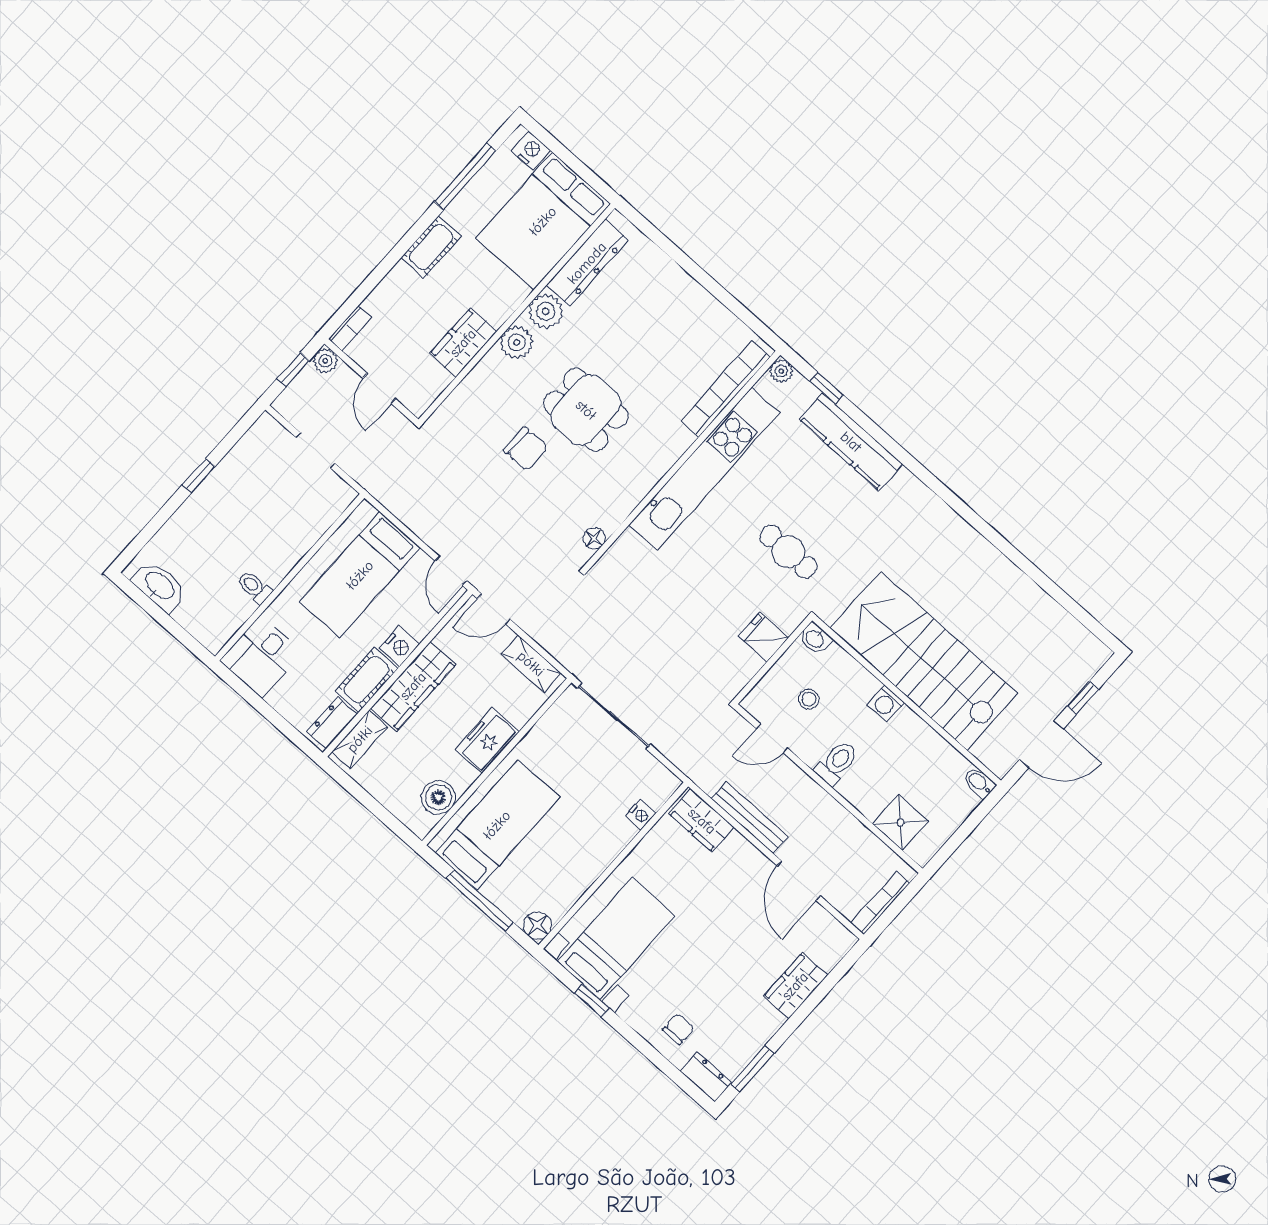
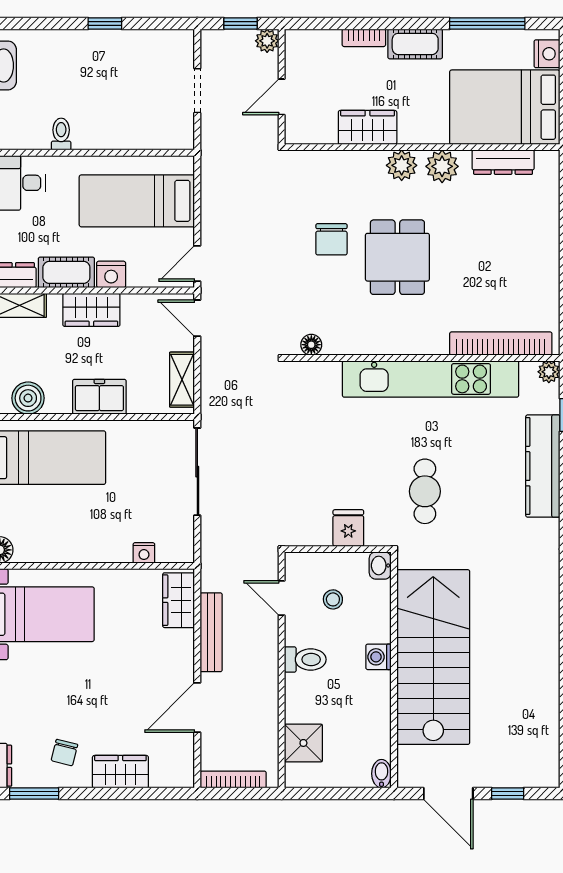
dresser: (587, 263) -> (503, 162), width x0.73, depth x0.80
bookcase: (350, 328) -> (364, 38), moved
wardrobe: (413, 686) -> (91, 310), width x0.67
chair: (678, 1029) -> (64, 753), moved, turned 104

